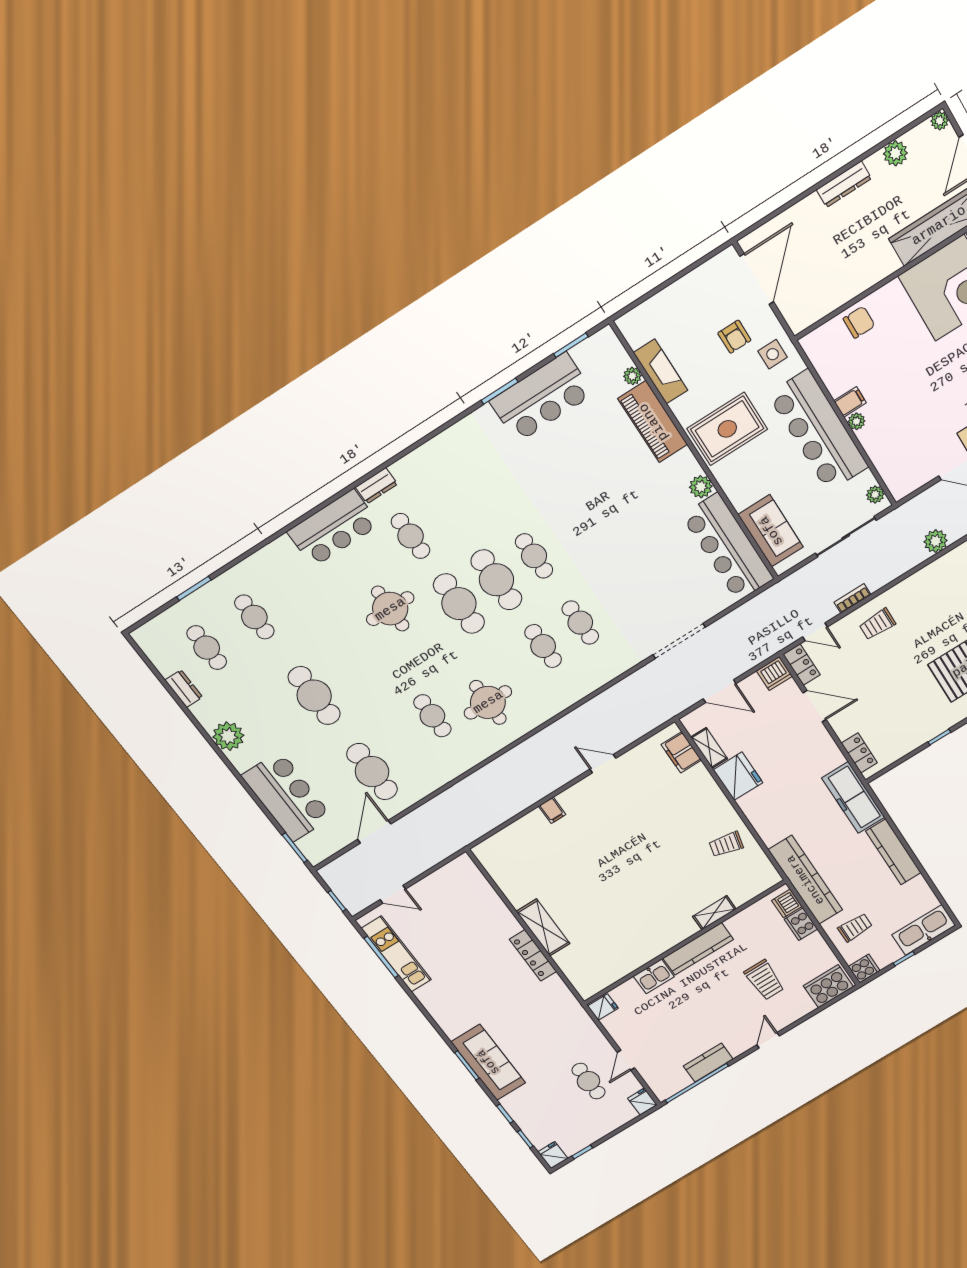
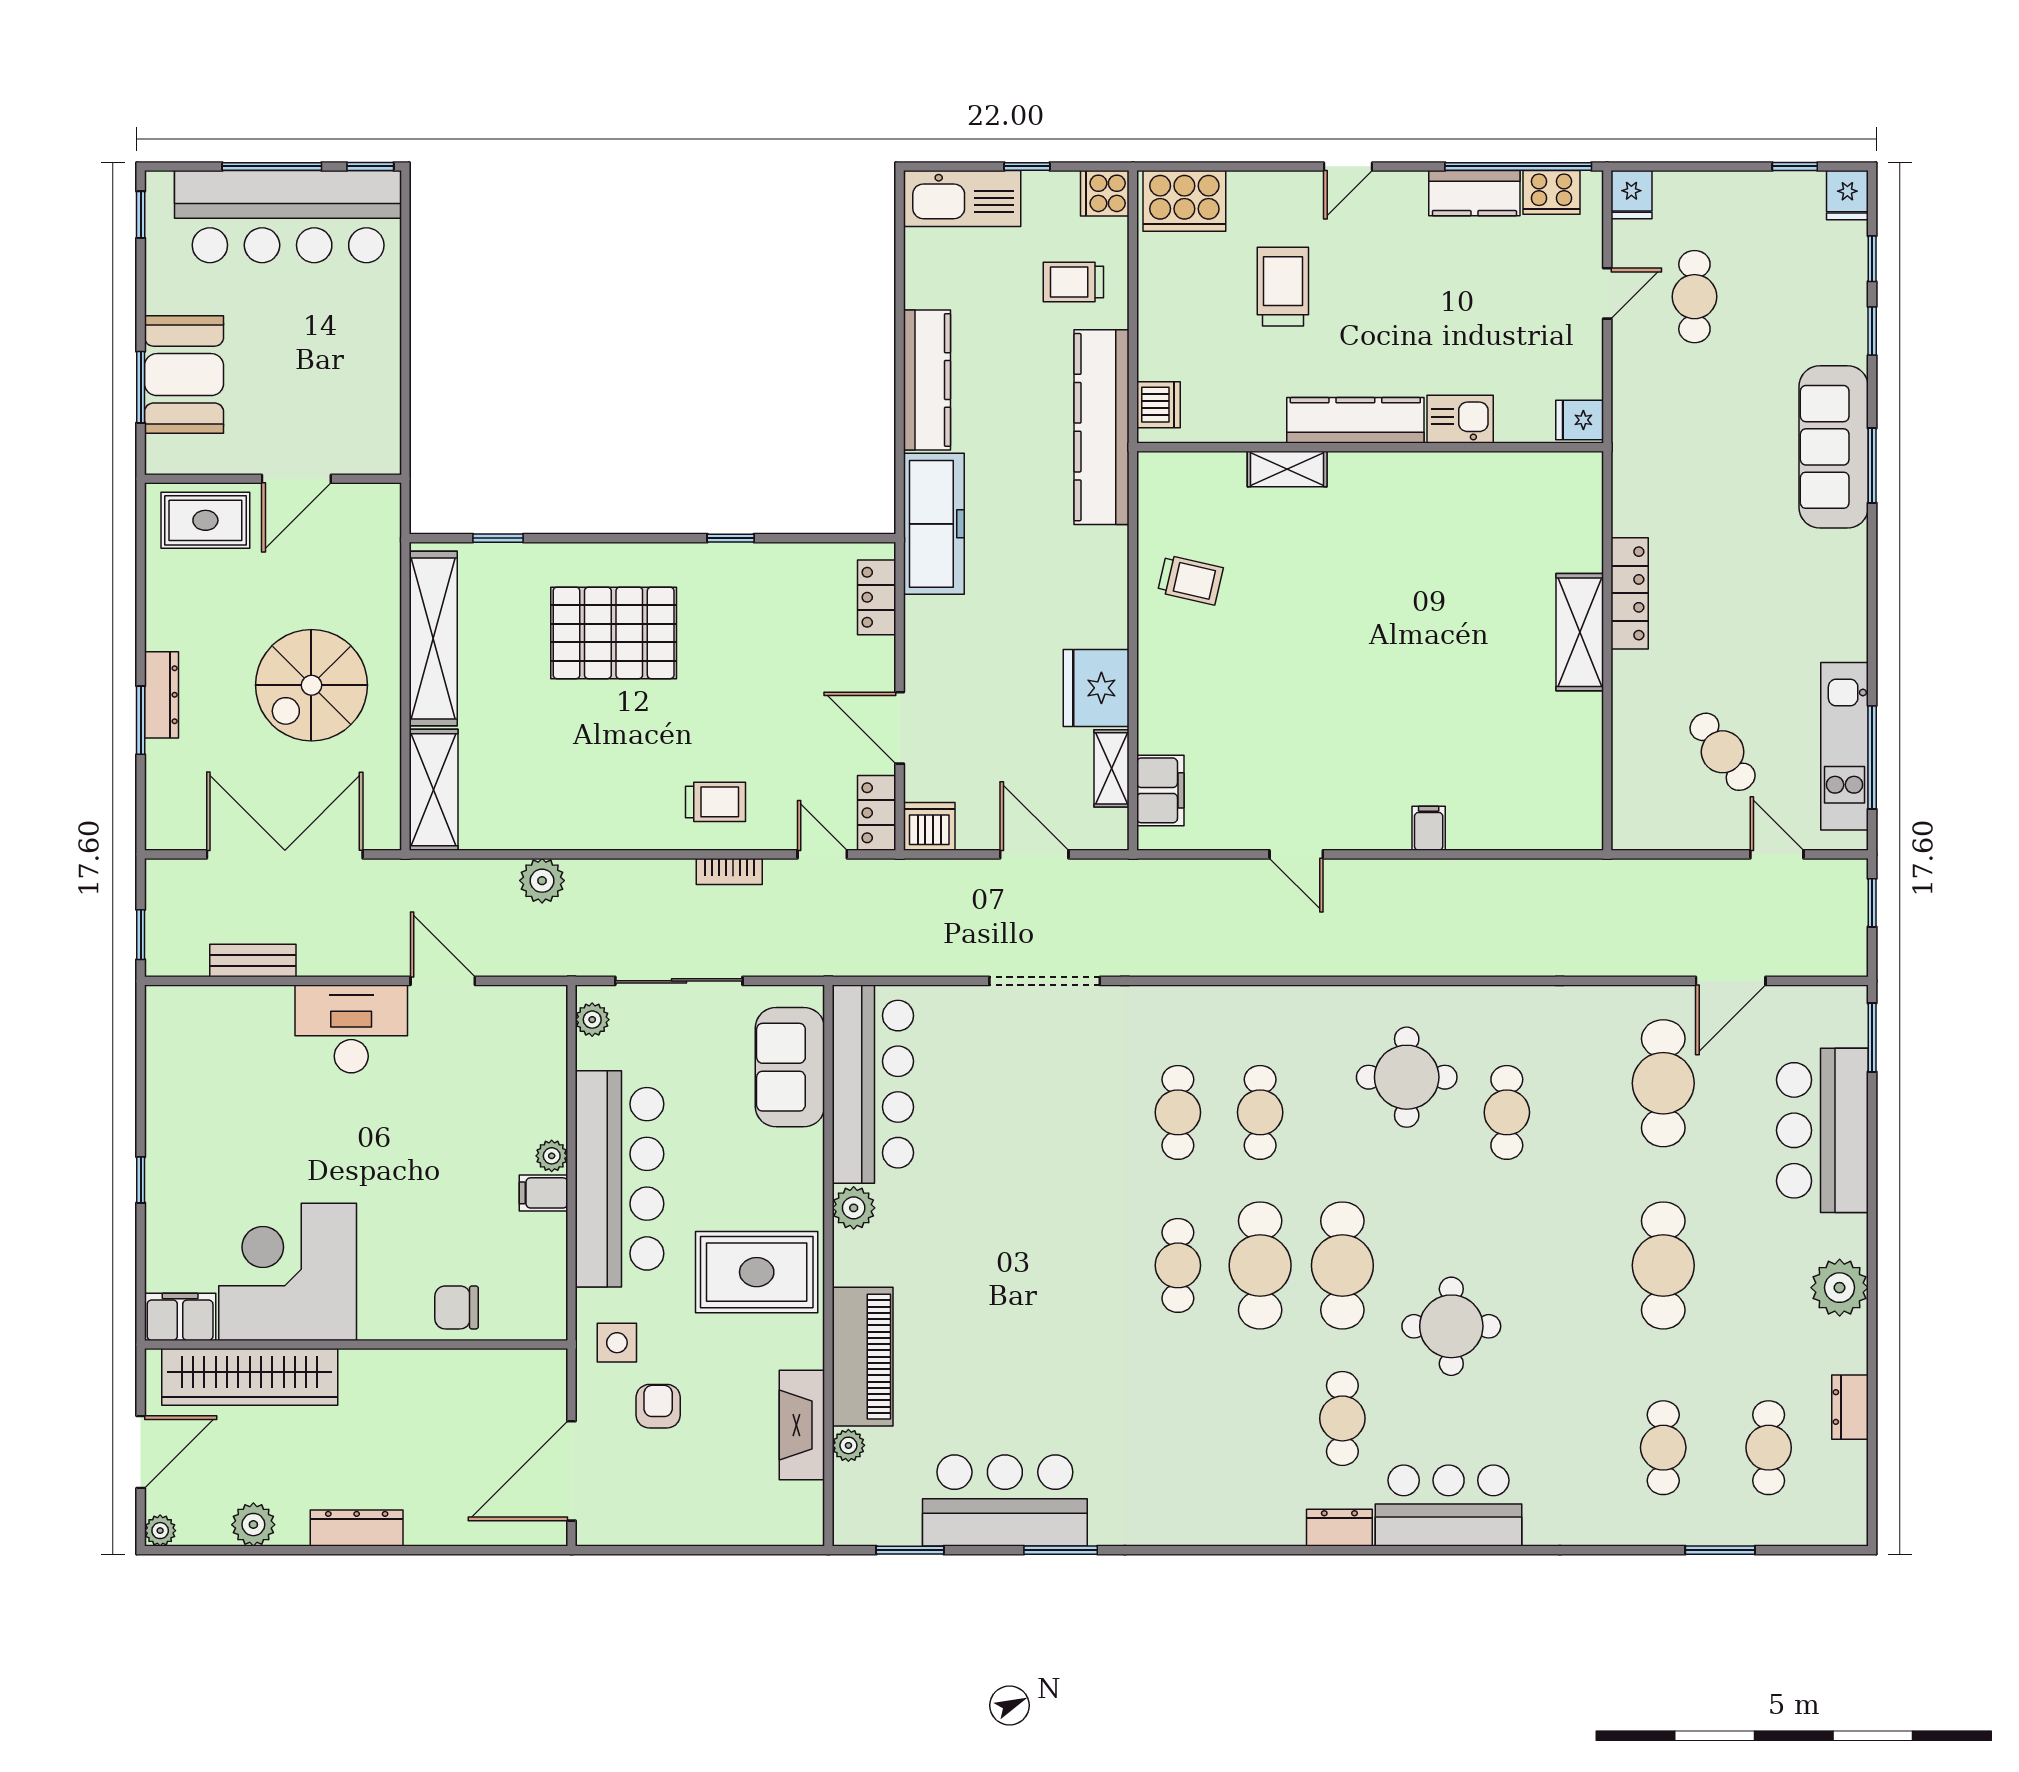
cafe table: (447, 919) -> (1723, 752), added
cooker: (801, 924) -> (1552, 192), moved, turned 90

